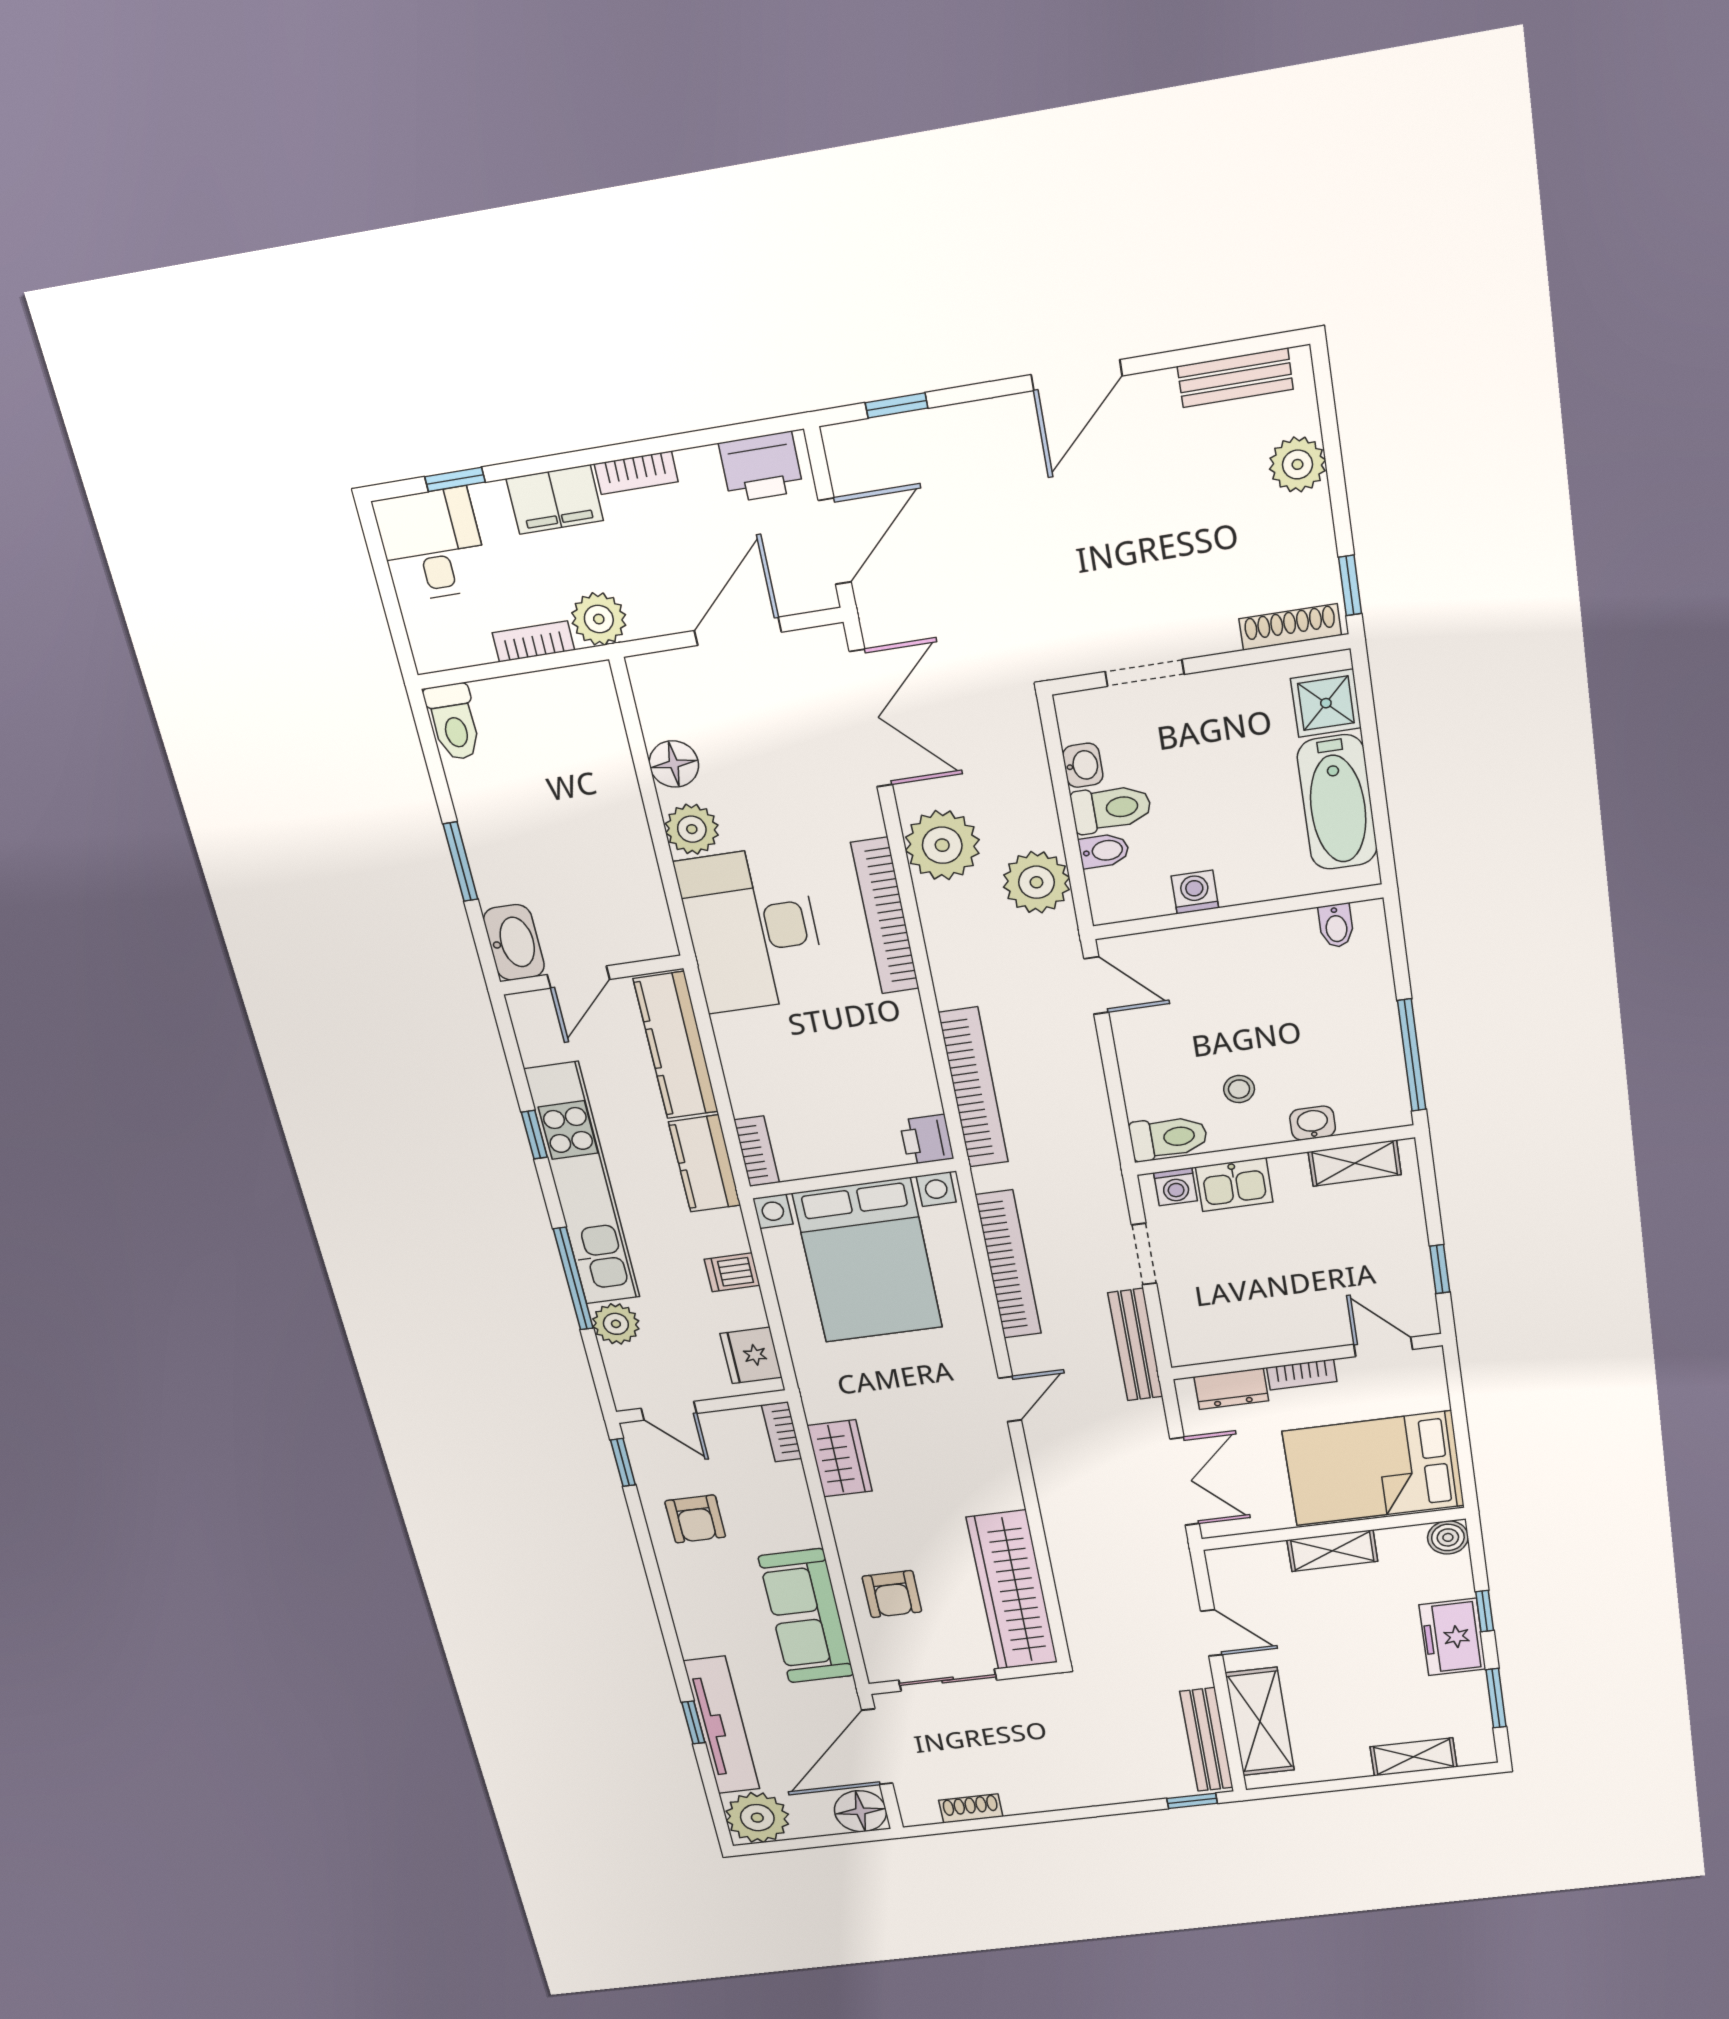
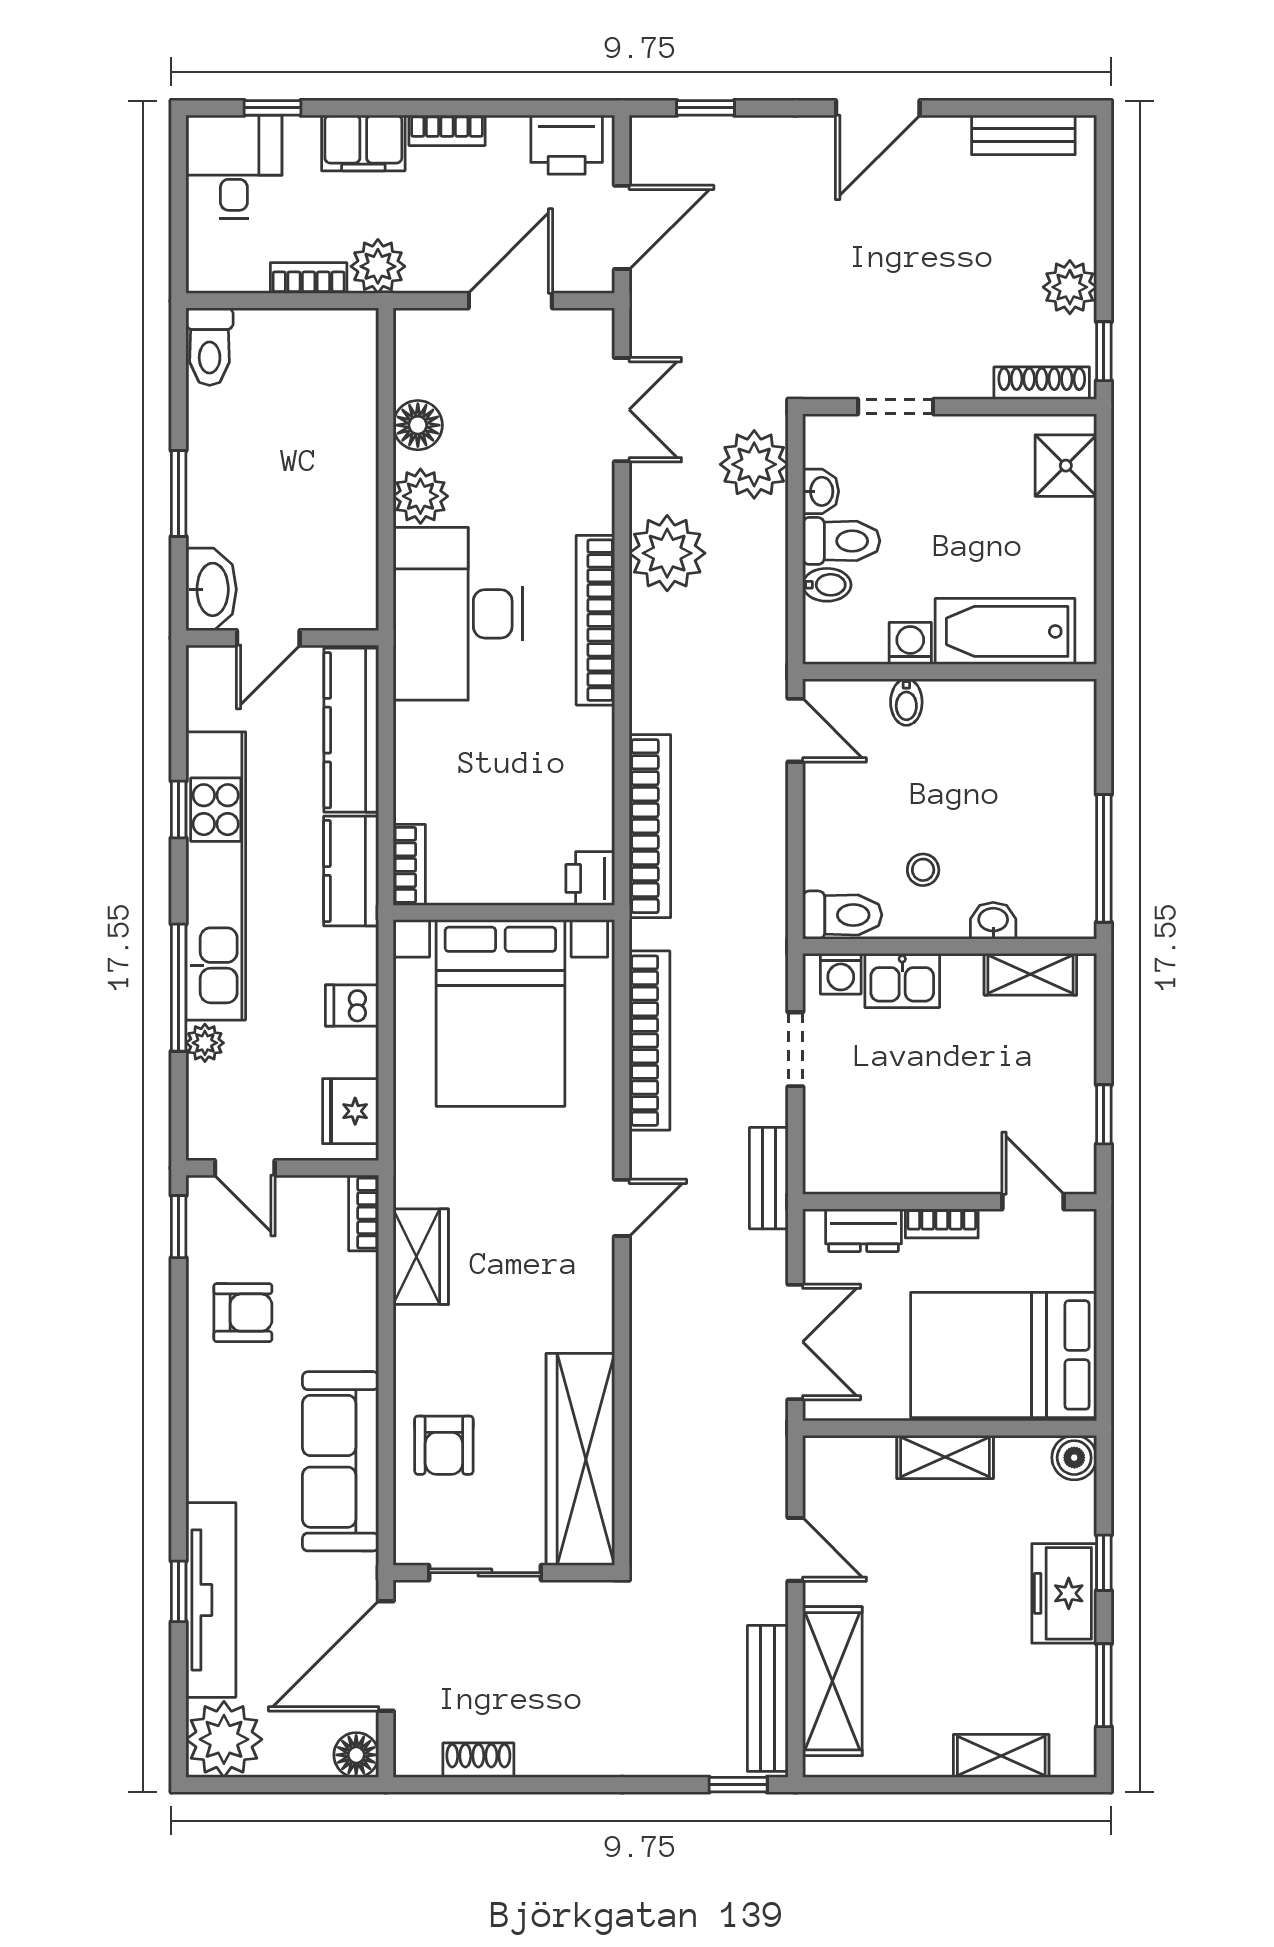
plant: (1298, 464) -> (1070, 287), moved
double door: (871, 718) -> (622, 410), width x0.73
bathtub: (1337, 802) -> (1005, 631), moved, turned 90
plant: (1036, 882) -> (754, 464), moved
bidet: (1336, 926) -> (906, 702), moved
plant: (616, 1324) -> (205, 1043), width x0.73, depth x0.73
bench: (1135, 1345) -> (769, 1178), width x0.73
armchair: (695, 1519) -> (243, 1313), turned -90
floor lamp: (860, 1811) -> (356, 1755), width x0.73, depth x0.73

